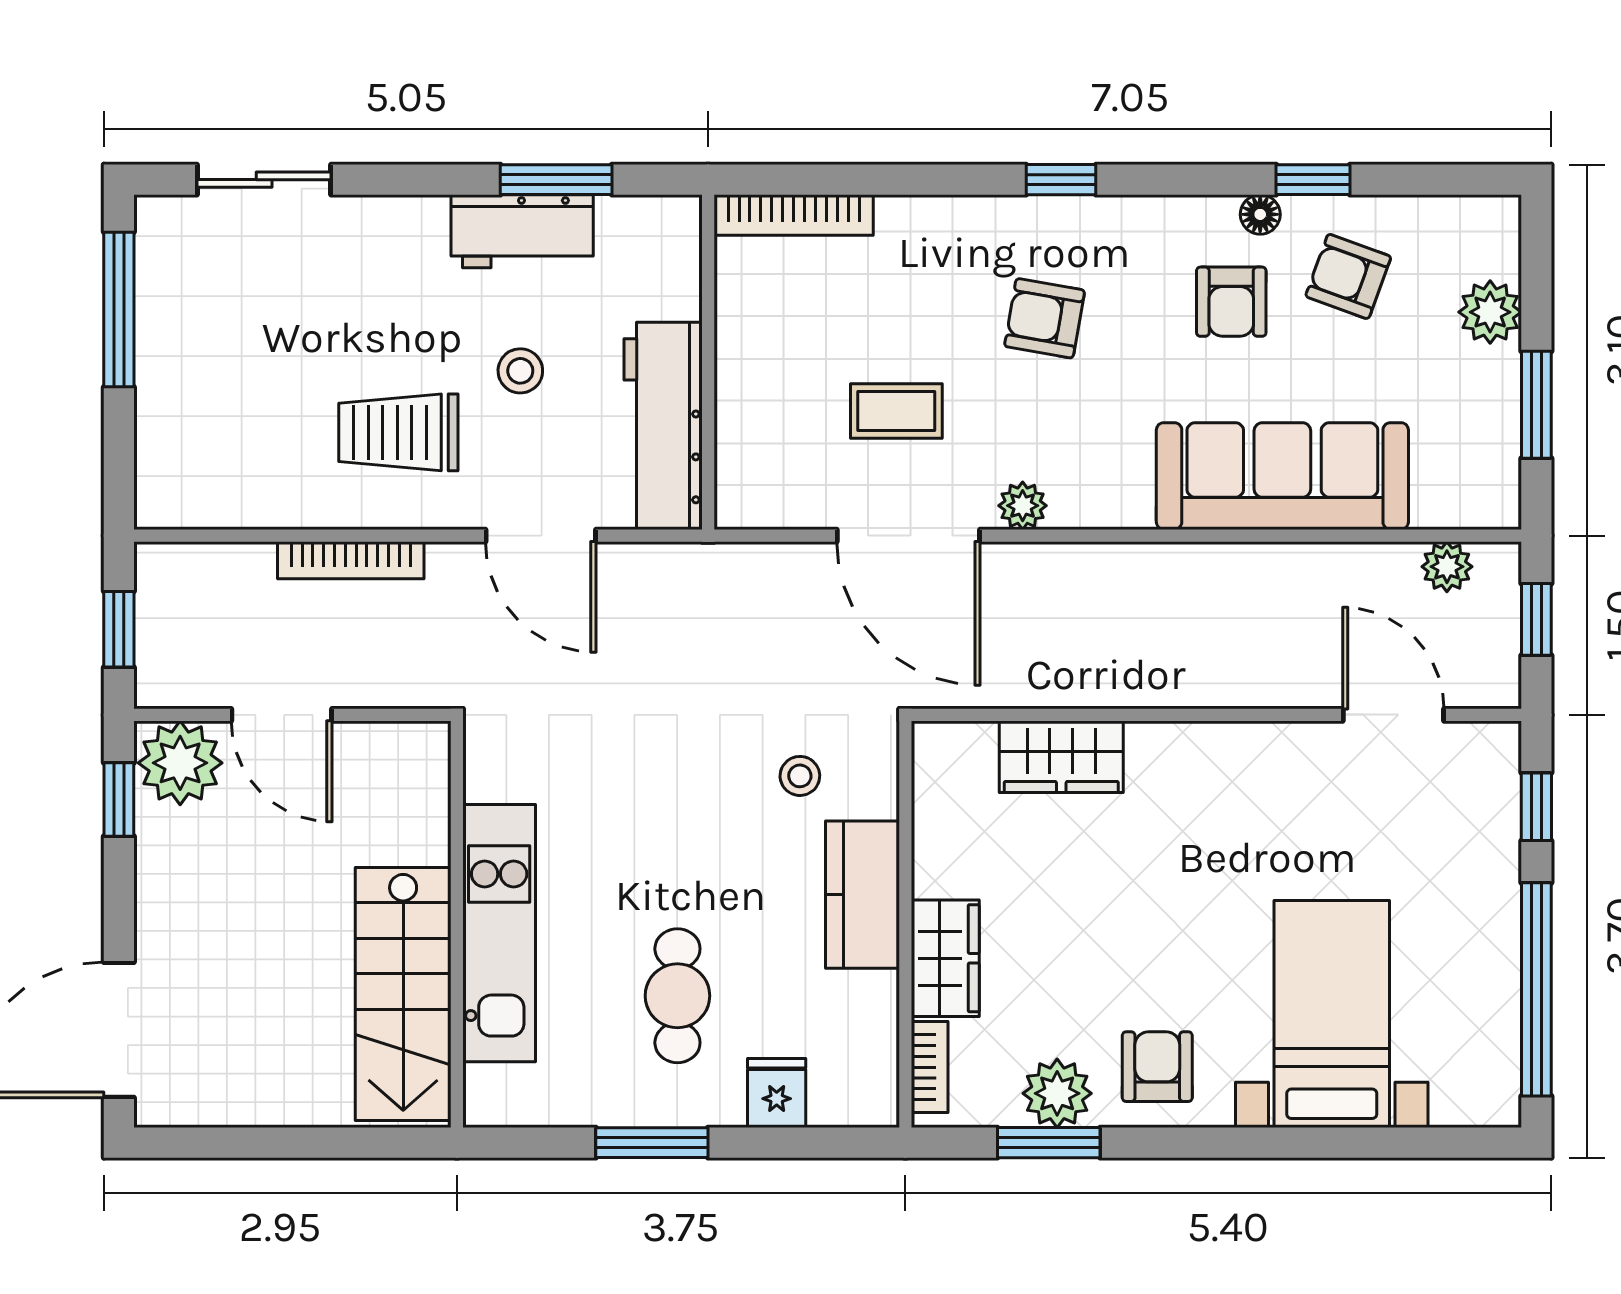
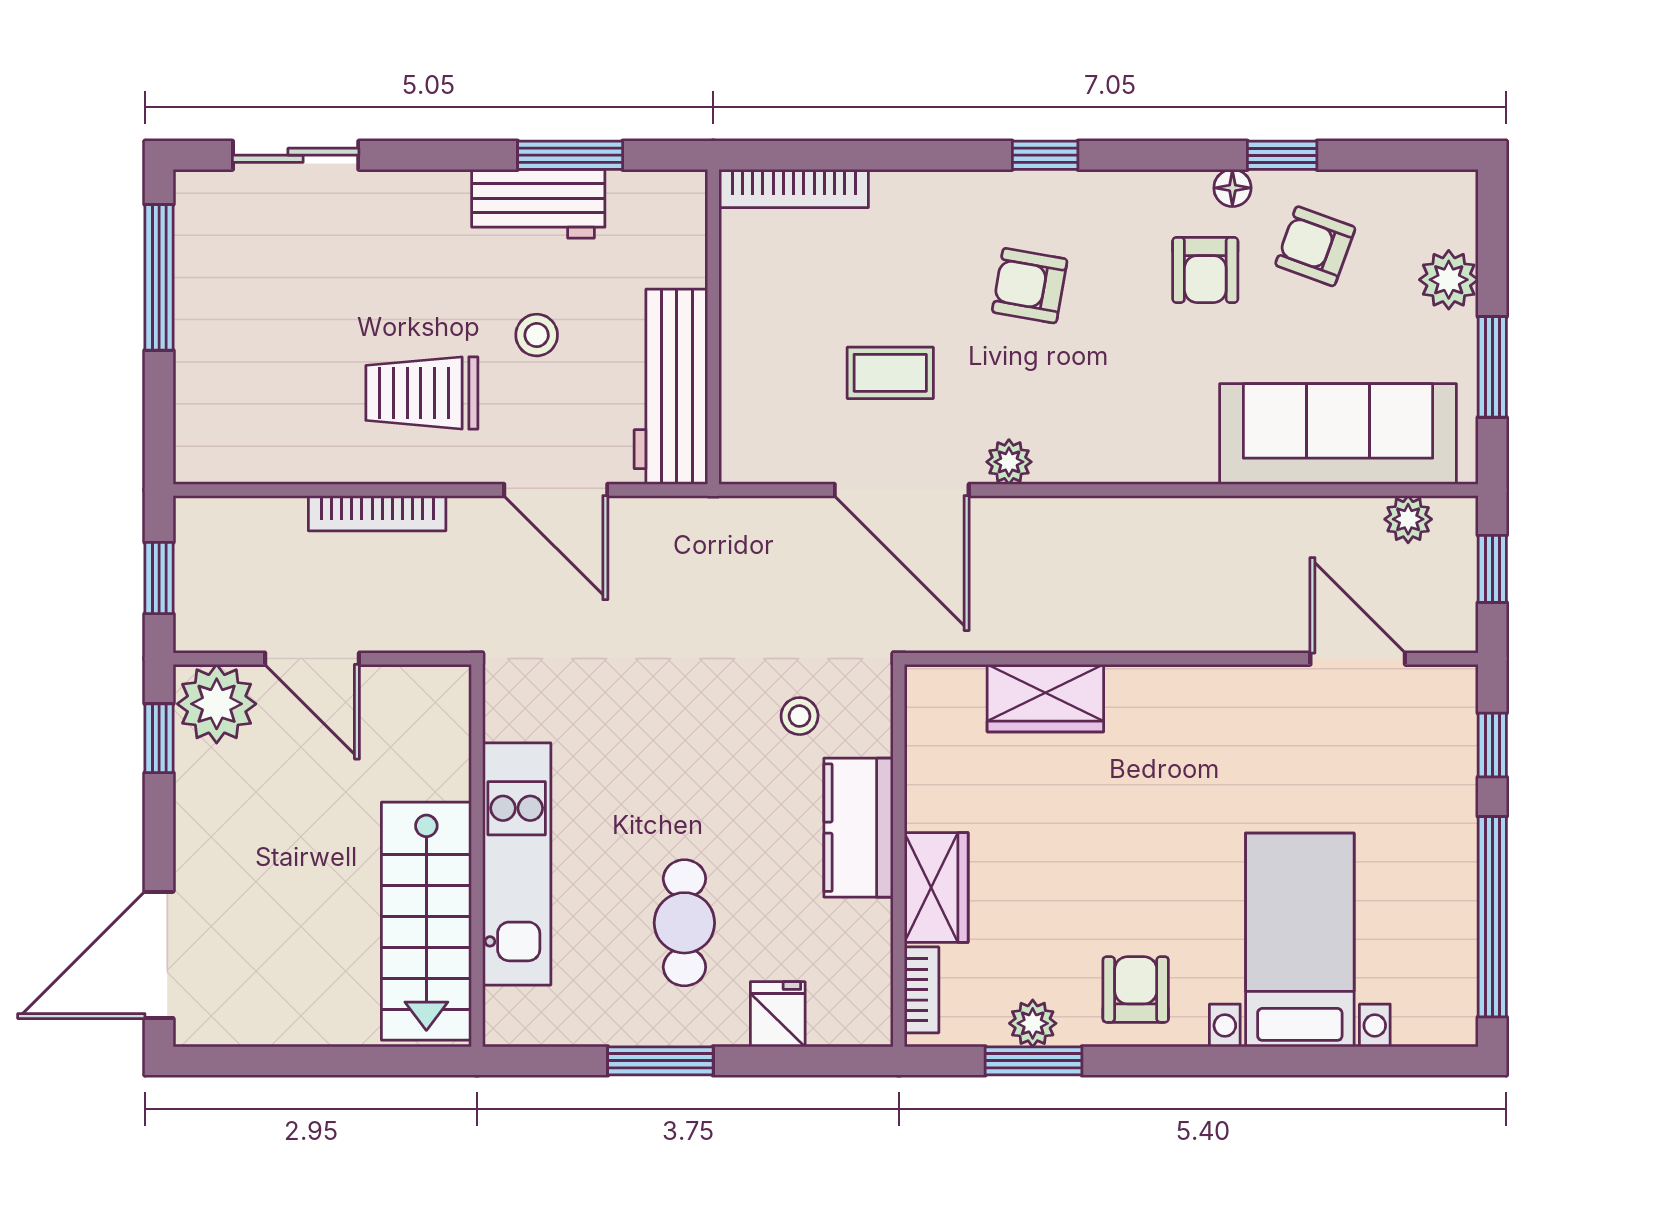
sofa: (1282, 476) -> (1338, 434), moved
plant: (1057, 1093) -> (1033, 1023), width x0.73, depth x0.73

